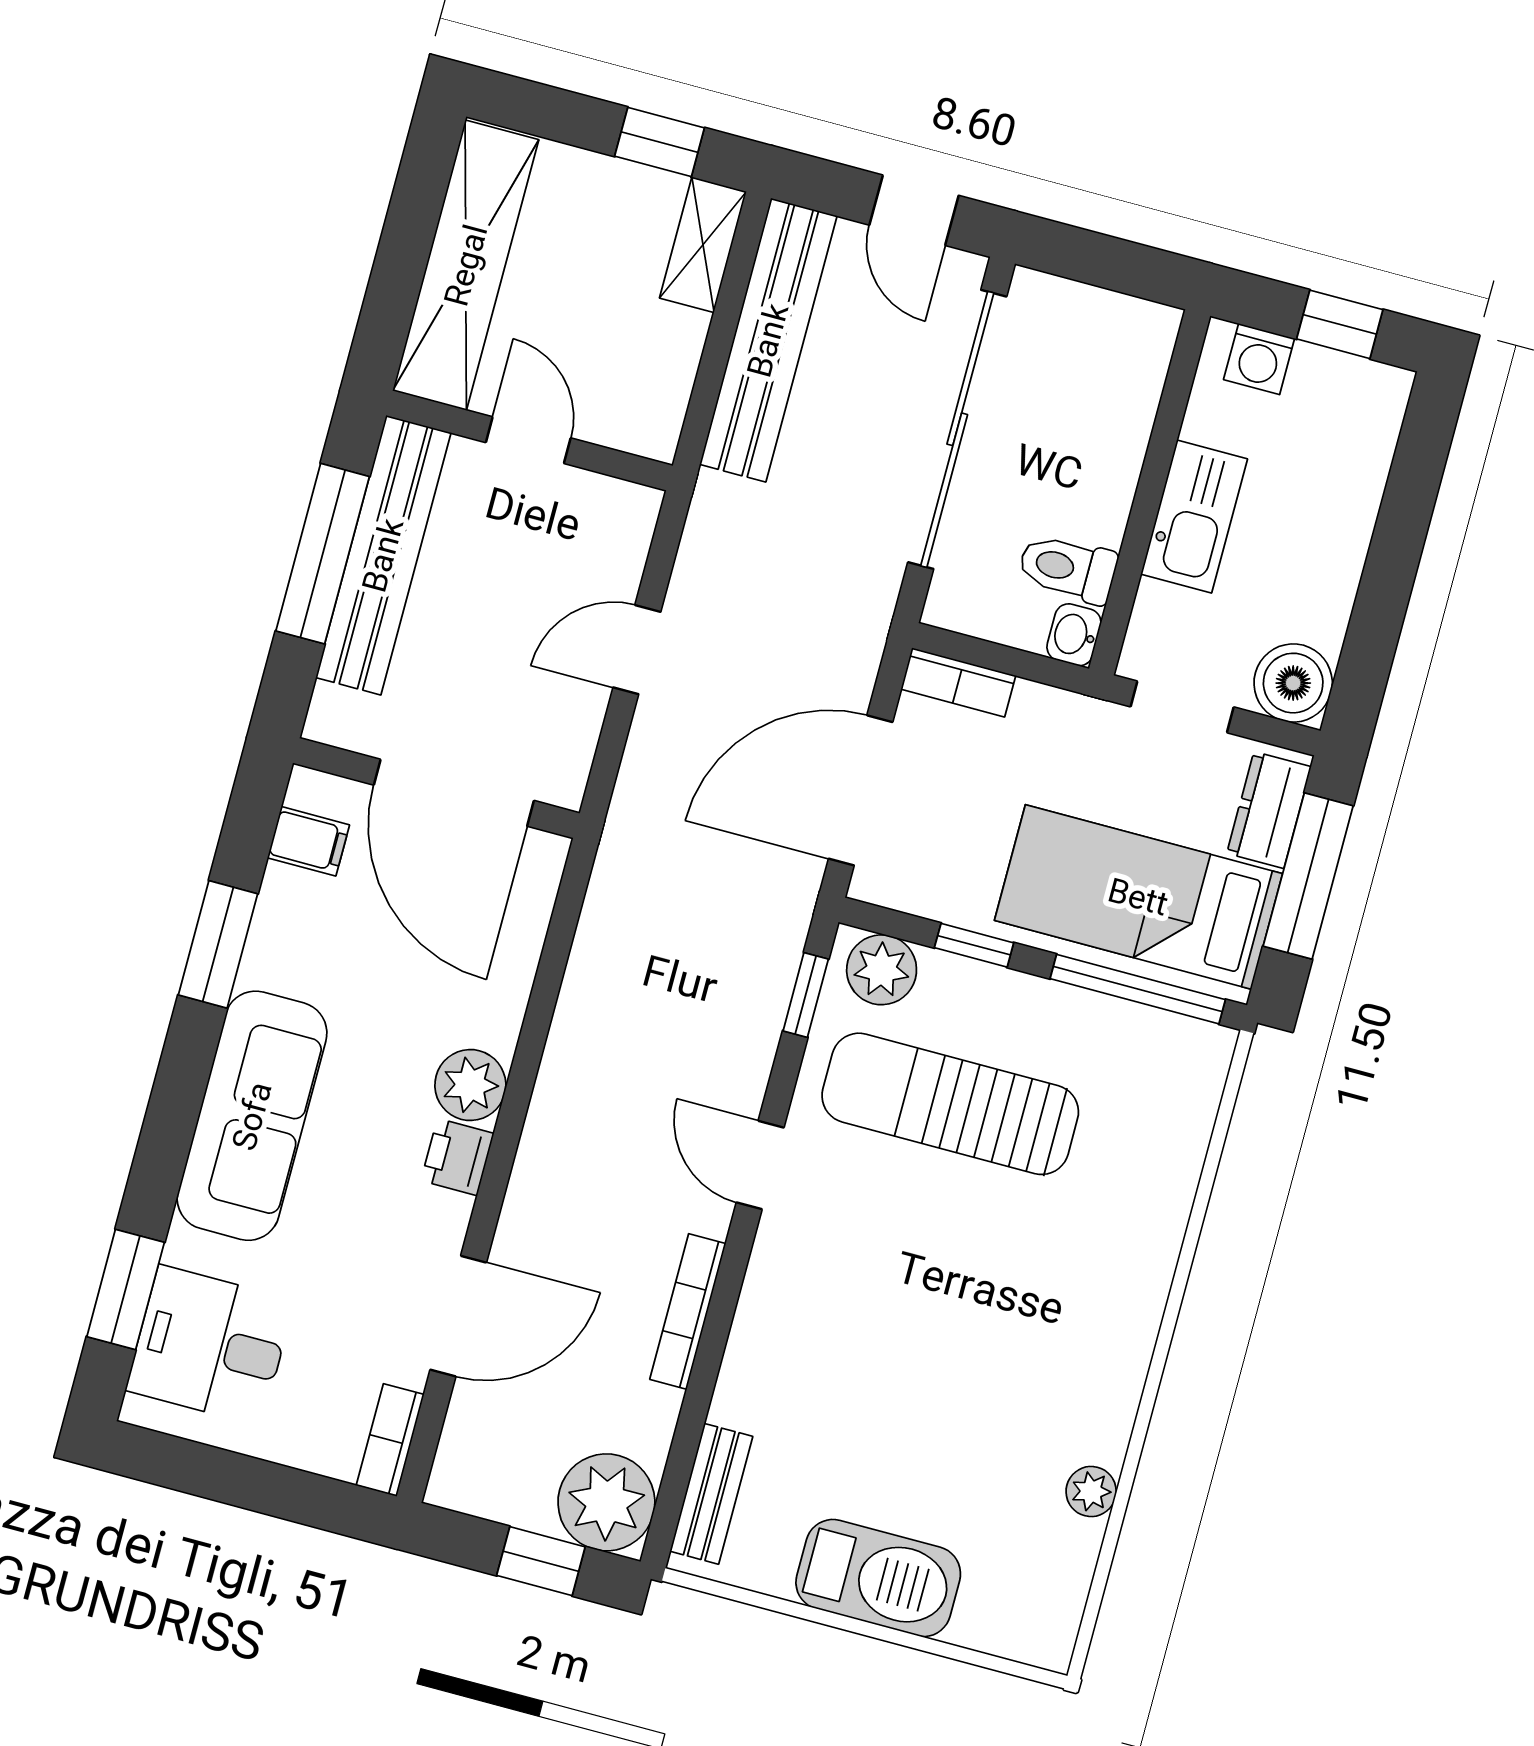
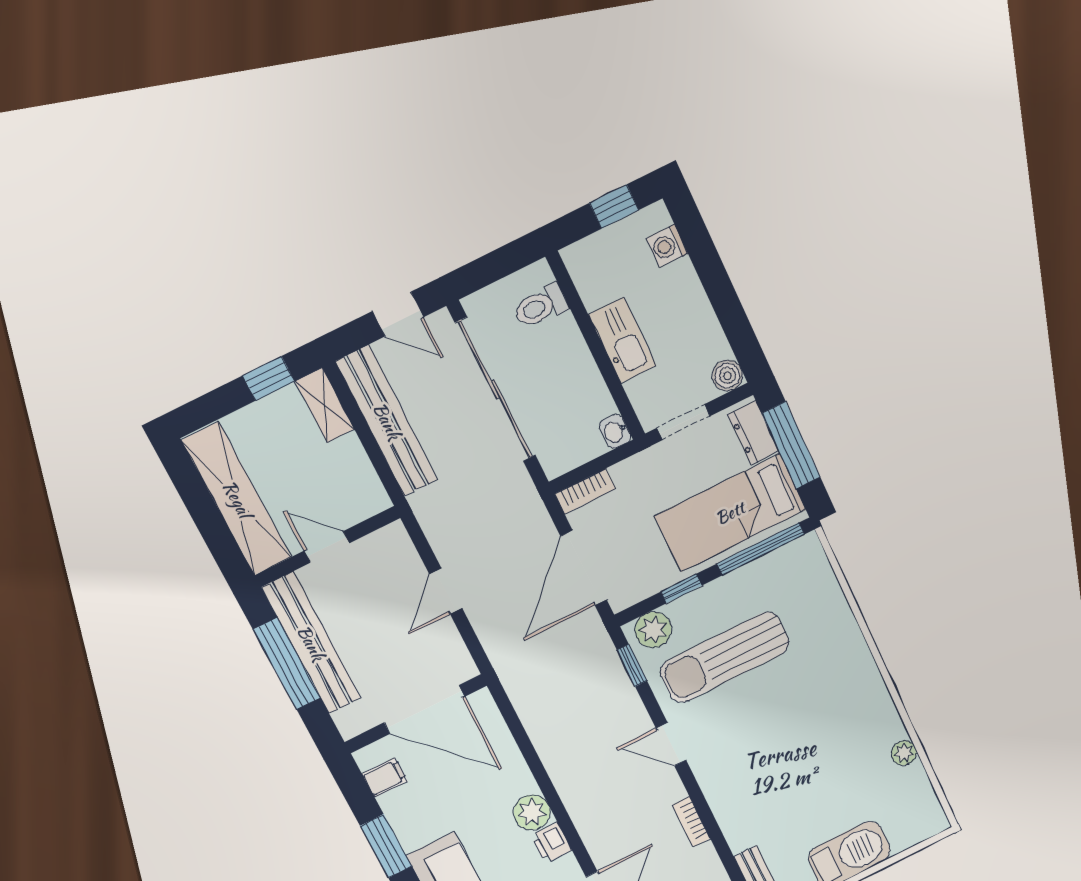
washing machine: (1259, 359) -> (667, 246), moved, turned 90
toilet: (1068, 568) -> (541, 306), moved
boiler: (1293, 683) -> (727, 376), width x0.73, depth x0.73
bookcase: (688, 1311) -> (691, 822), width x0.64

